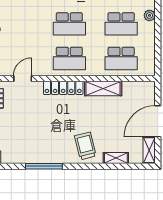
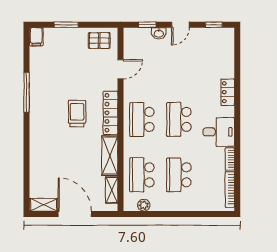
plant: (149, 15) -> (144, 205), moved
door: (23, 78) -> (121, 69), hinge flipped
trolley: (85, 146) -> (77, 114), moved, turned -76
shelving: (116, 158) -> (112, 190), moved

